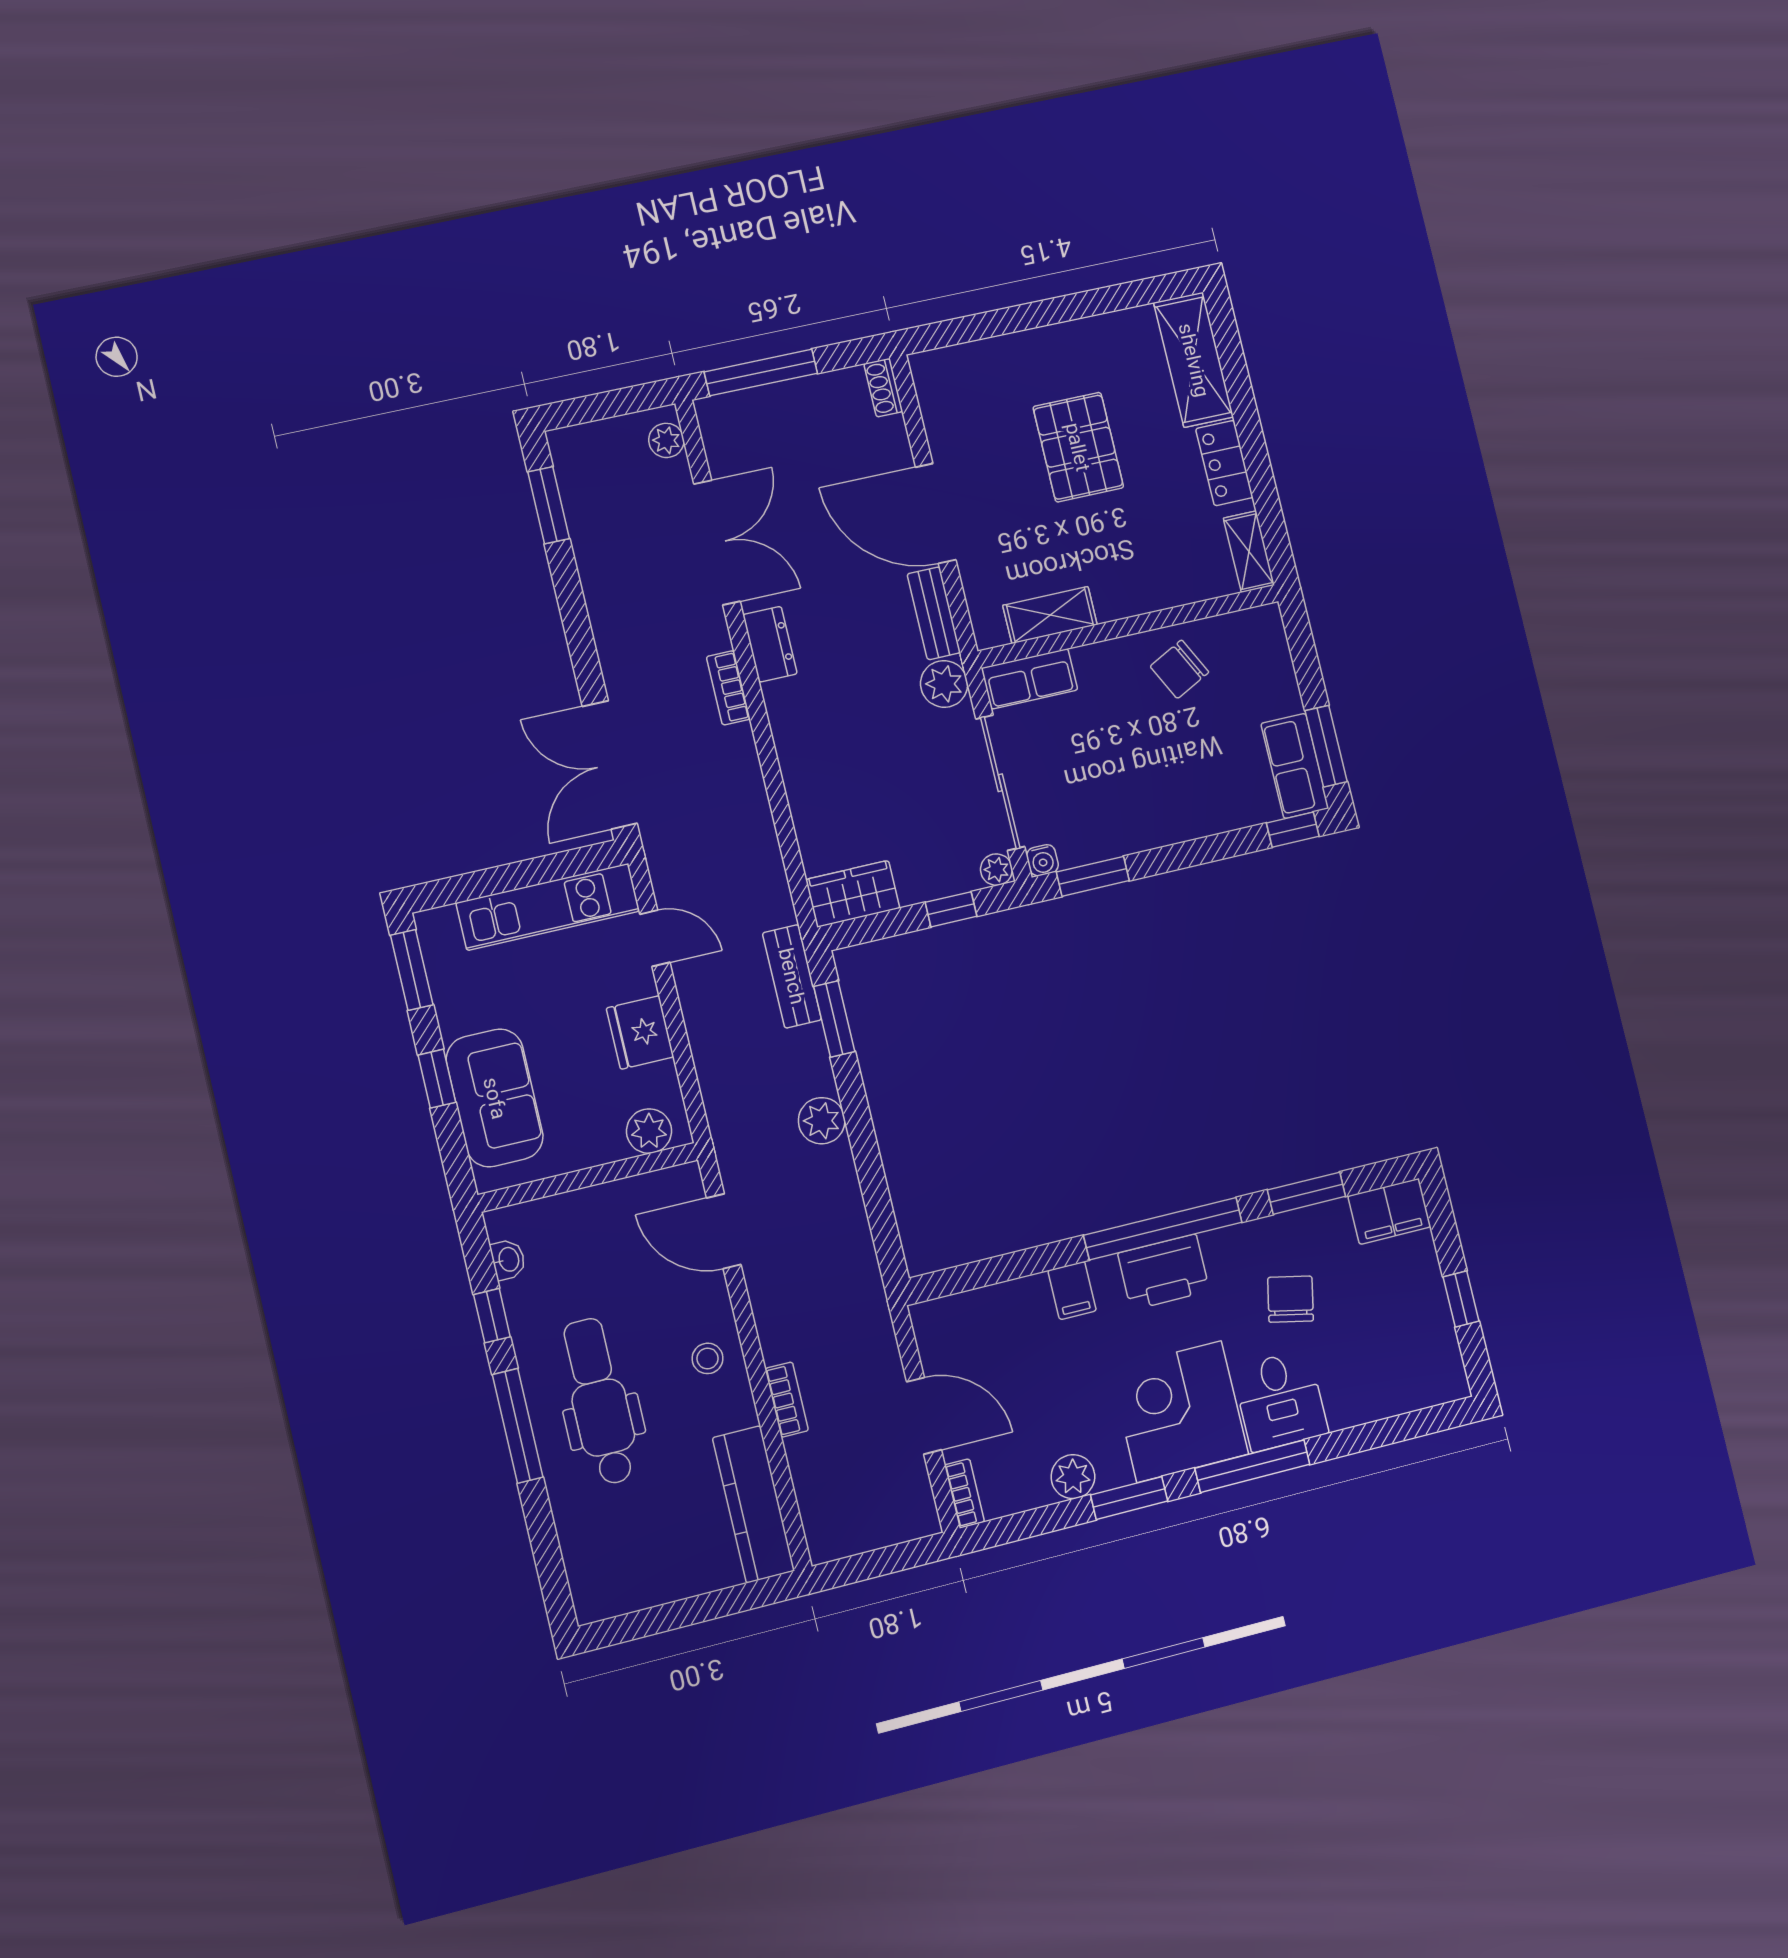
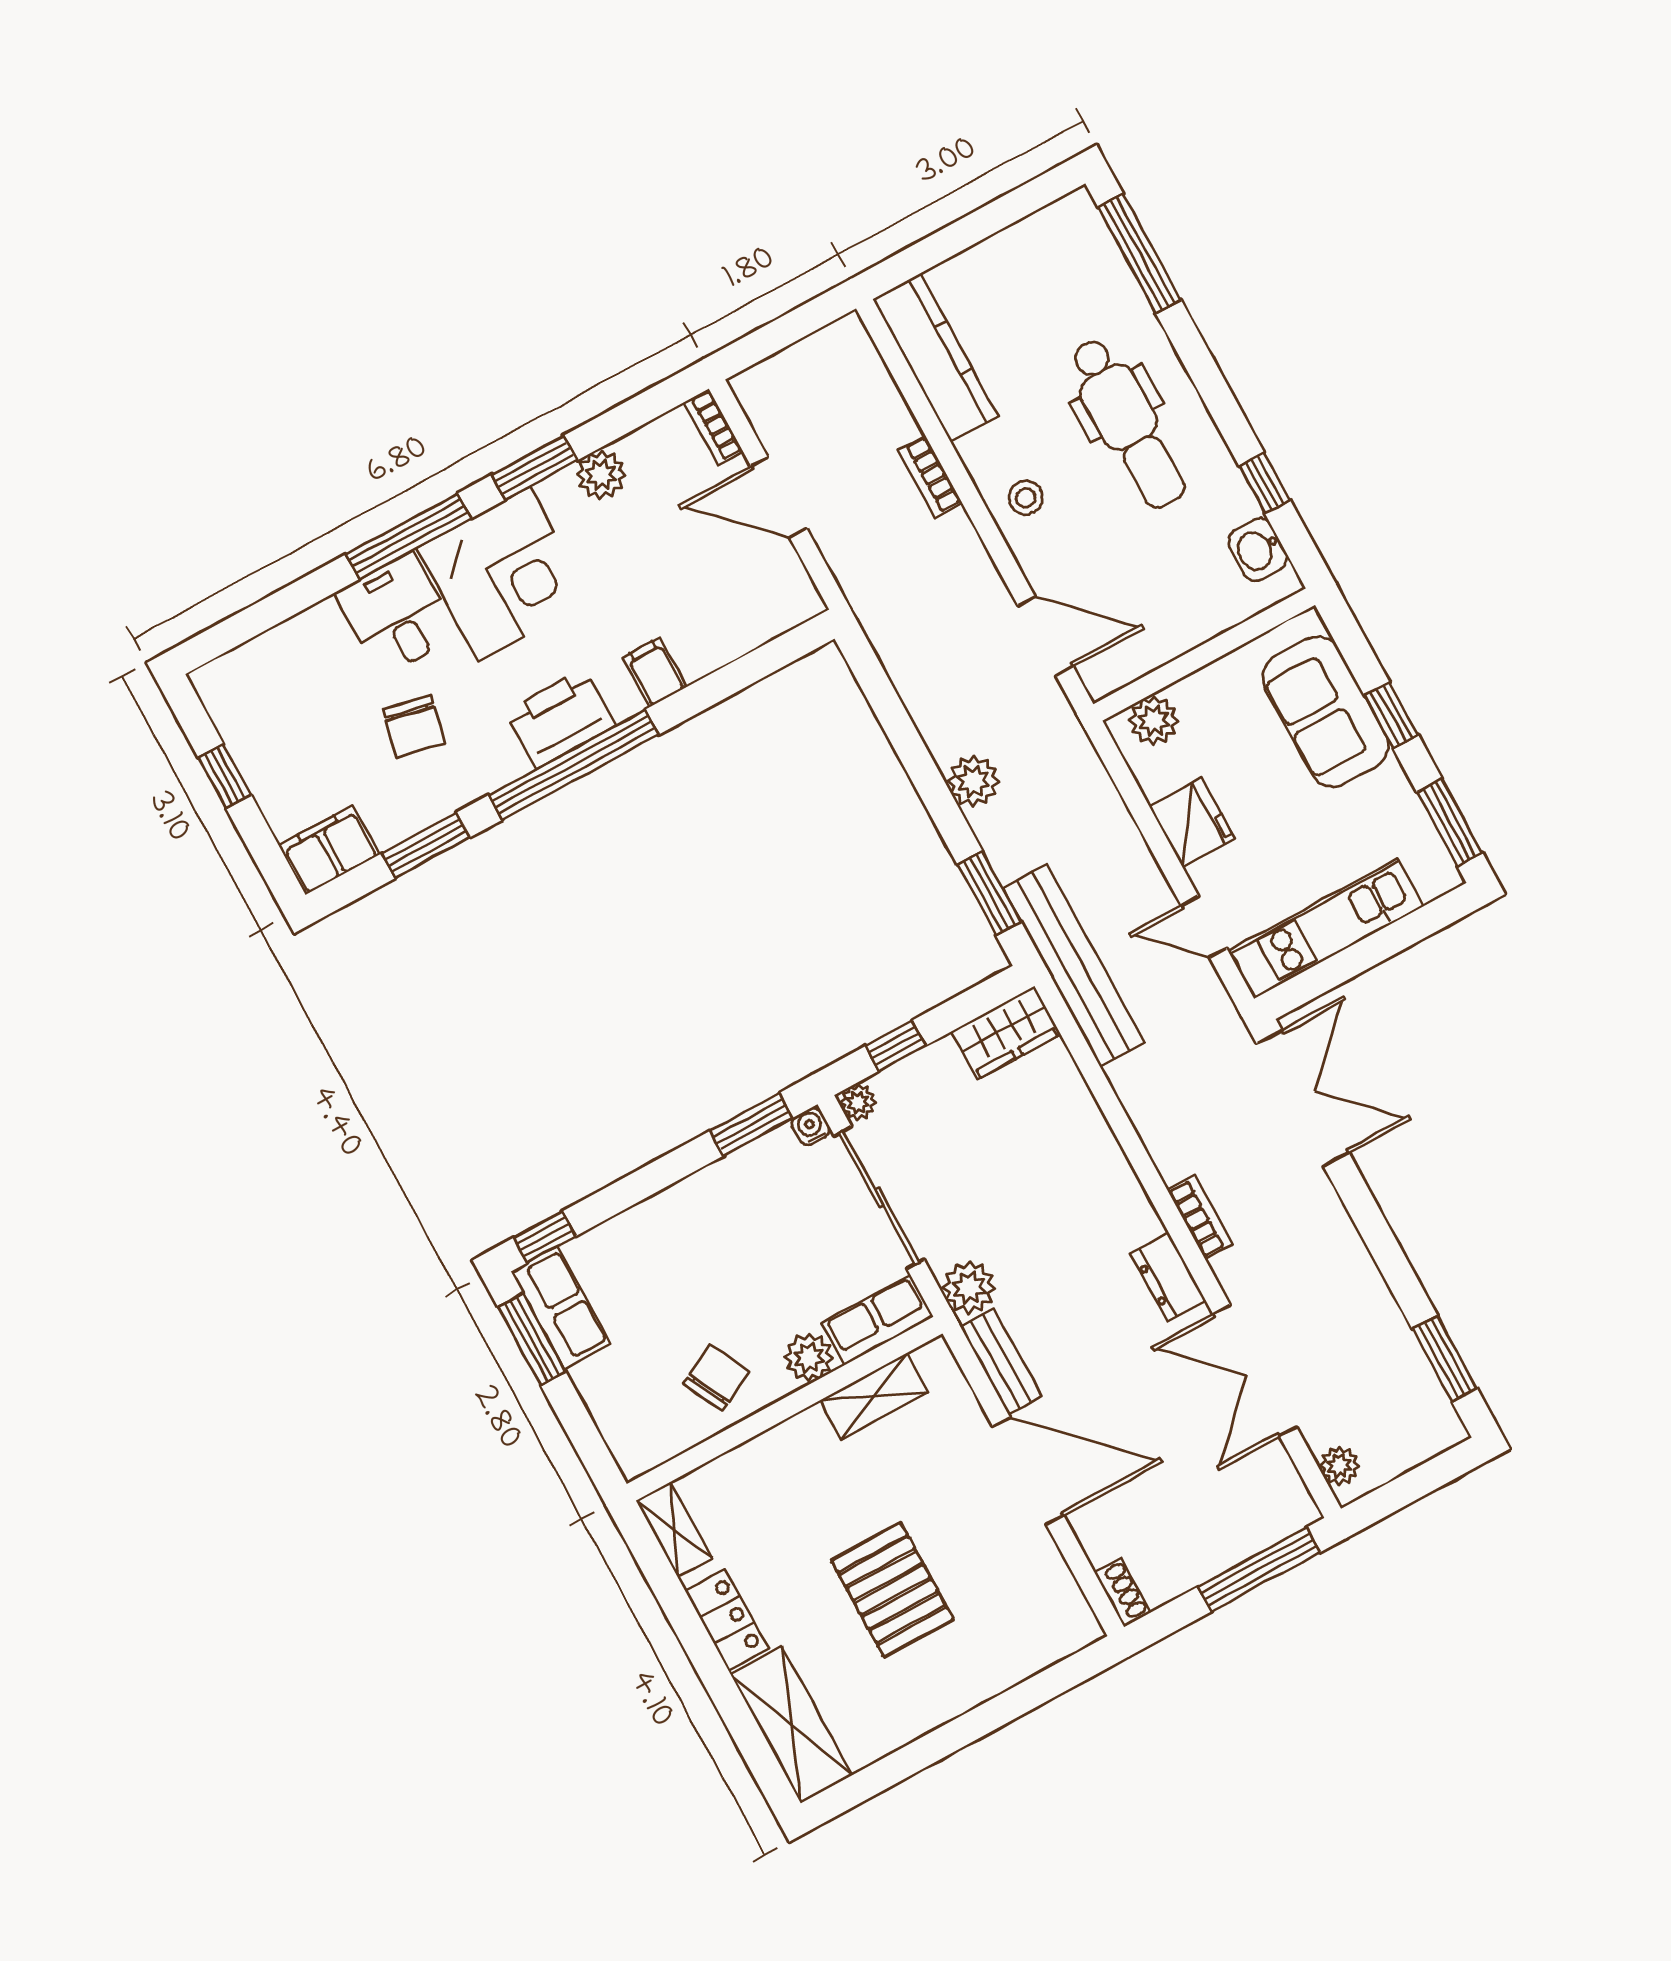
plant: (1097, 664) -> (809, 1357), added
bench: (792, 976) -> (1073, 966), width x1.86, depth x1.21
washbasin: (508, 1260) -> (1258, 549), width x1.38, depth x1.45
window: (518, 1426) -> (1140, 254), moved

